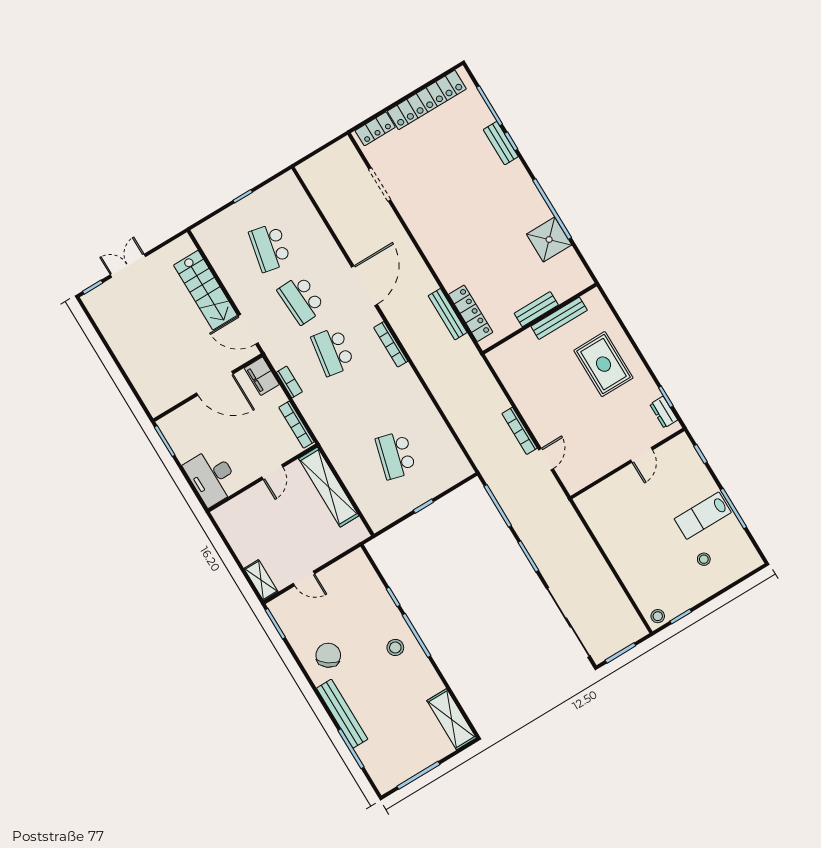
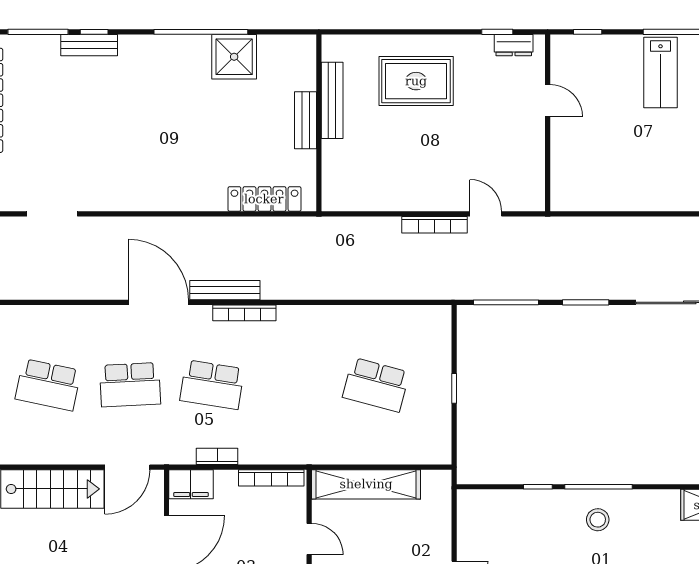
bench: (448, 314) -> (225, 290), moved

